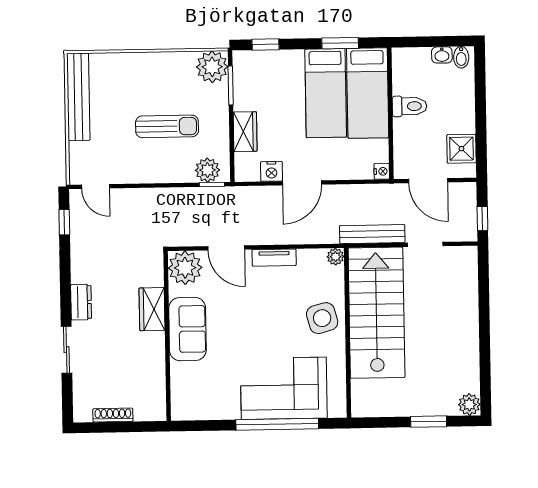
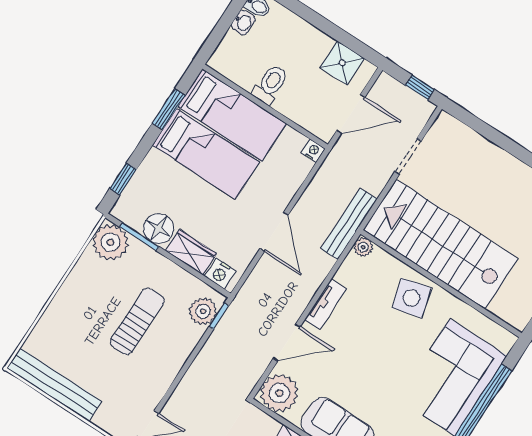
floor lamp: (246, 96) -> (158, 229), added
nightstand: (272, 171) -> (220, 274), moved, turned 90
bench: (372, 234) -> (349, 224), moved

